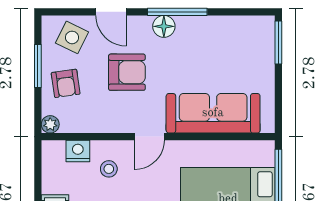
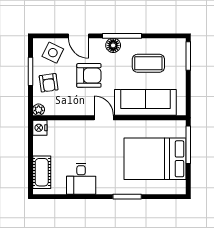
coffee table: (218, 54) -> (148, 63), added
door: (150, 137) -> (104, 118), swing flipped
nightstand: (78, 151) -> (40, 128), moved, turned -90
stool: (109, 169) -> (77, 139), removed

